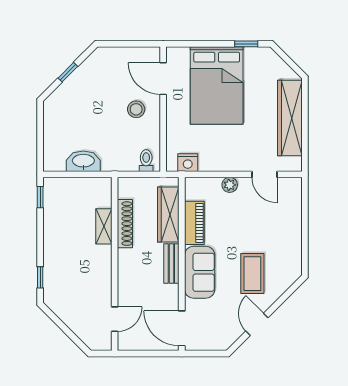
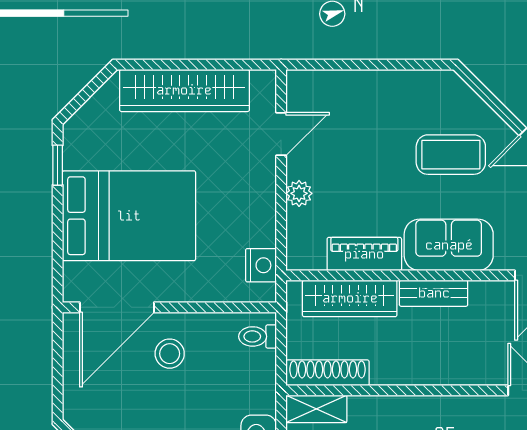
door: (163, 79) -> (117, 307), width x1.36
shoe rack: (125, 224) -> (328, 373), moved
shelving: (104, 226) -> (316, 409), moved

